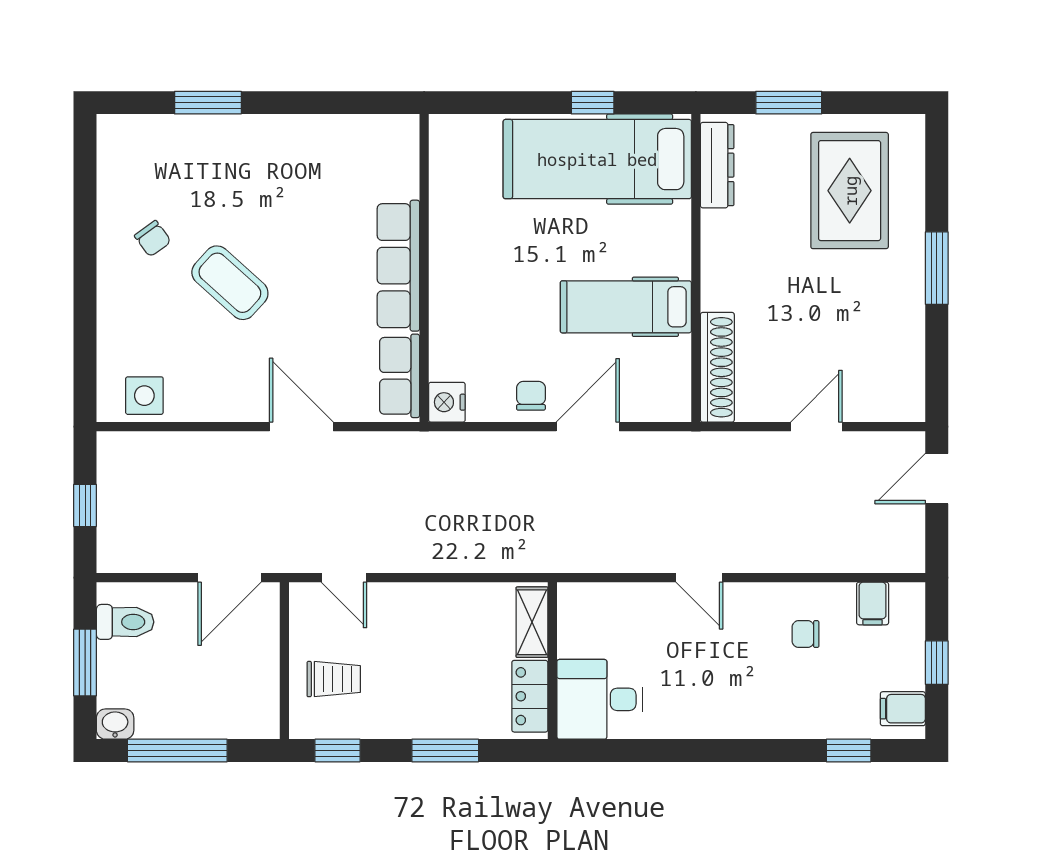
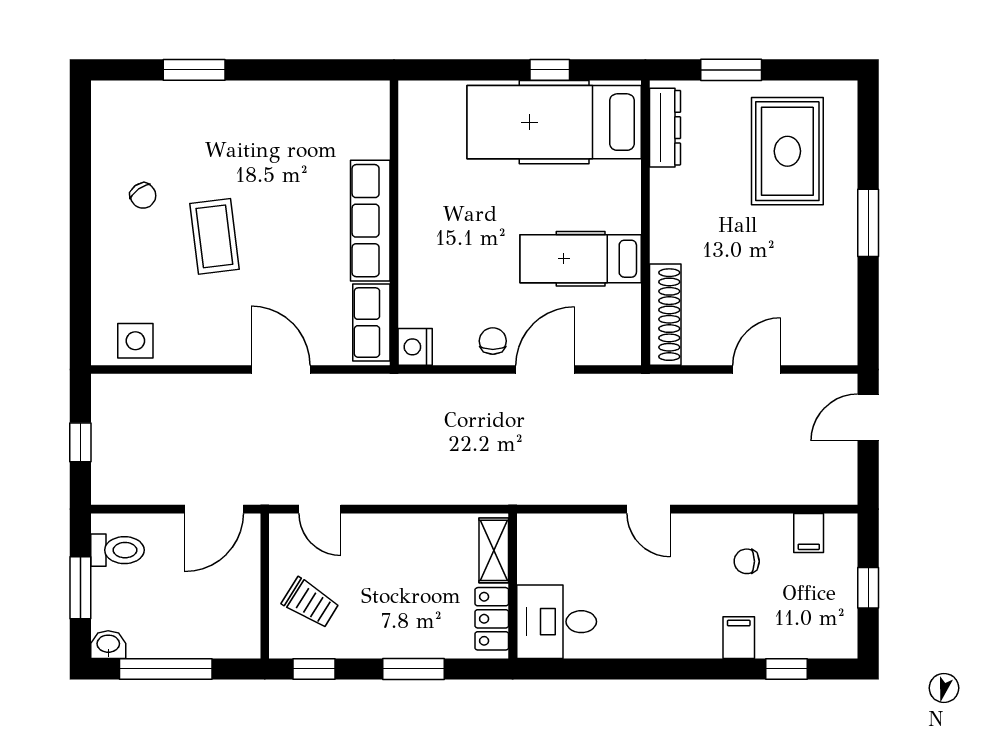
coffee table: (230, 283) -> (214, 236), turned 41
trolley: (334, 679) -> (310, 603), turned 32
filing cabinet: (903, 709) -> (739, 638), moved, turned 90

